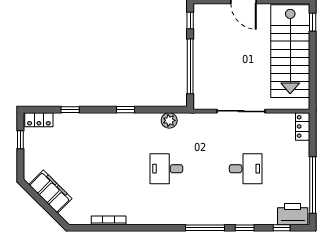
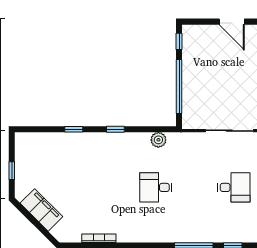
window: (70, 110) -> (74, 129), moved
locker: (39, 120) -> (30, 139), removed
window: (20, 140) -> (12, 171), moved

